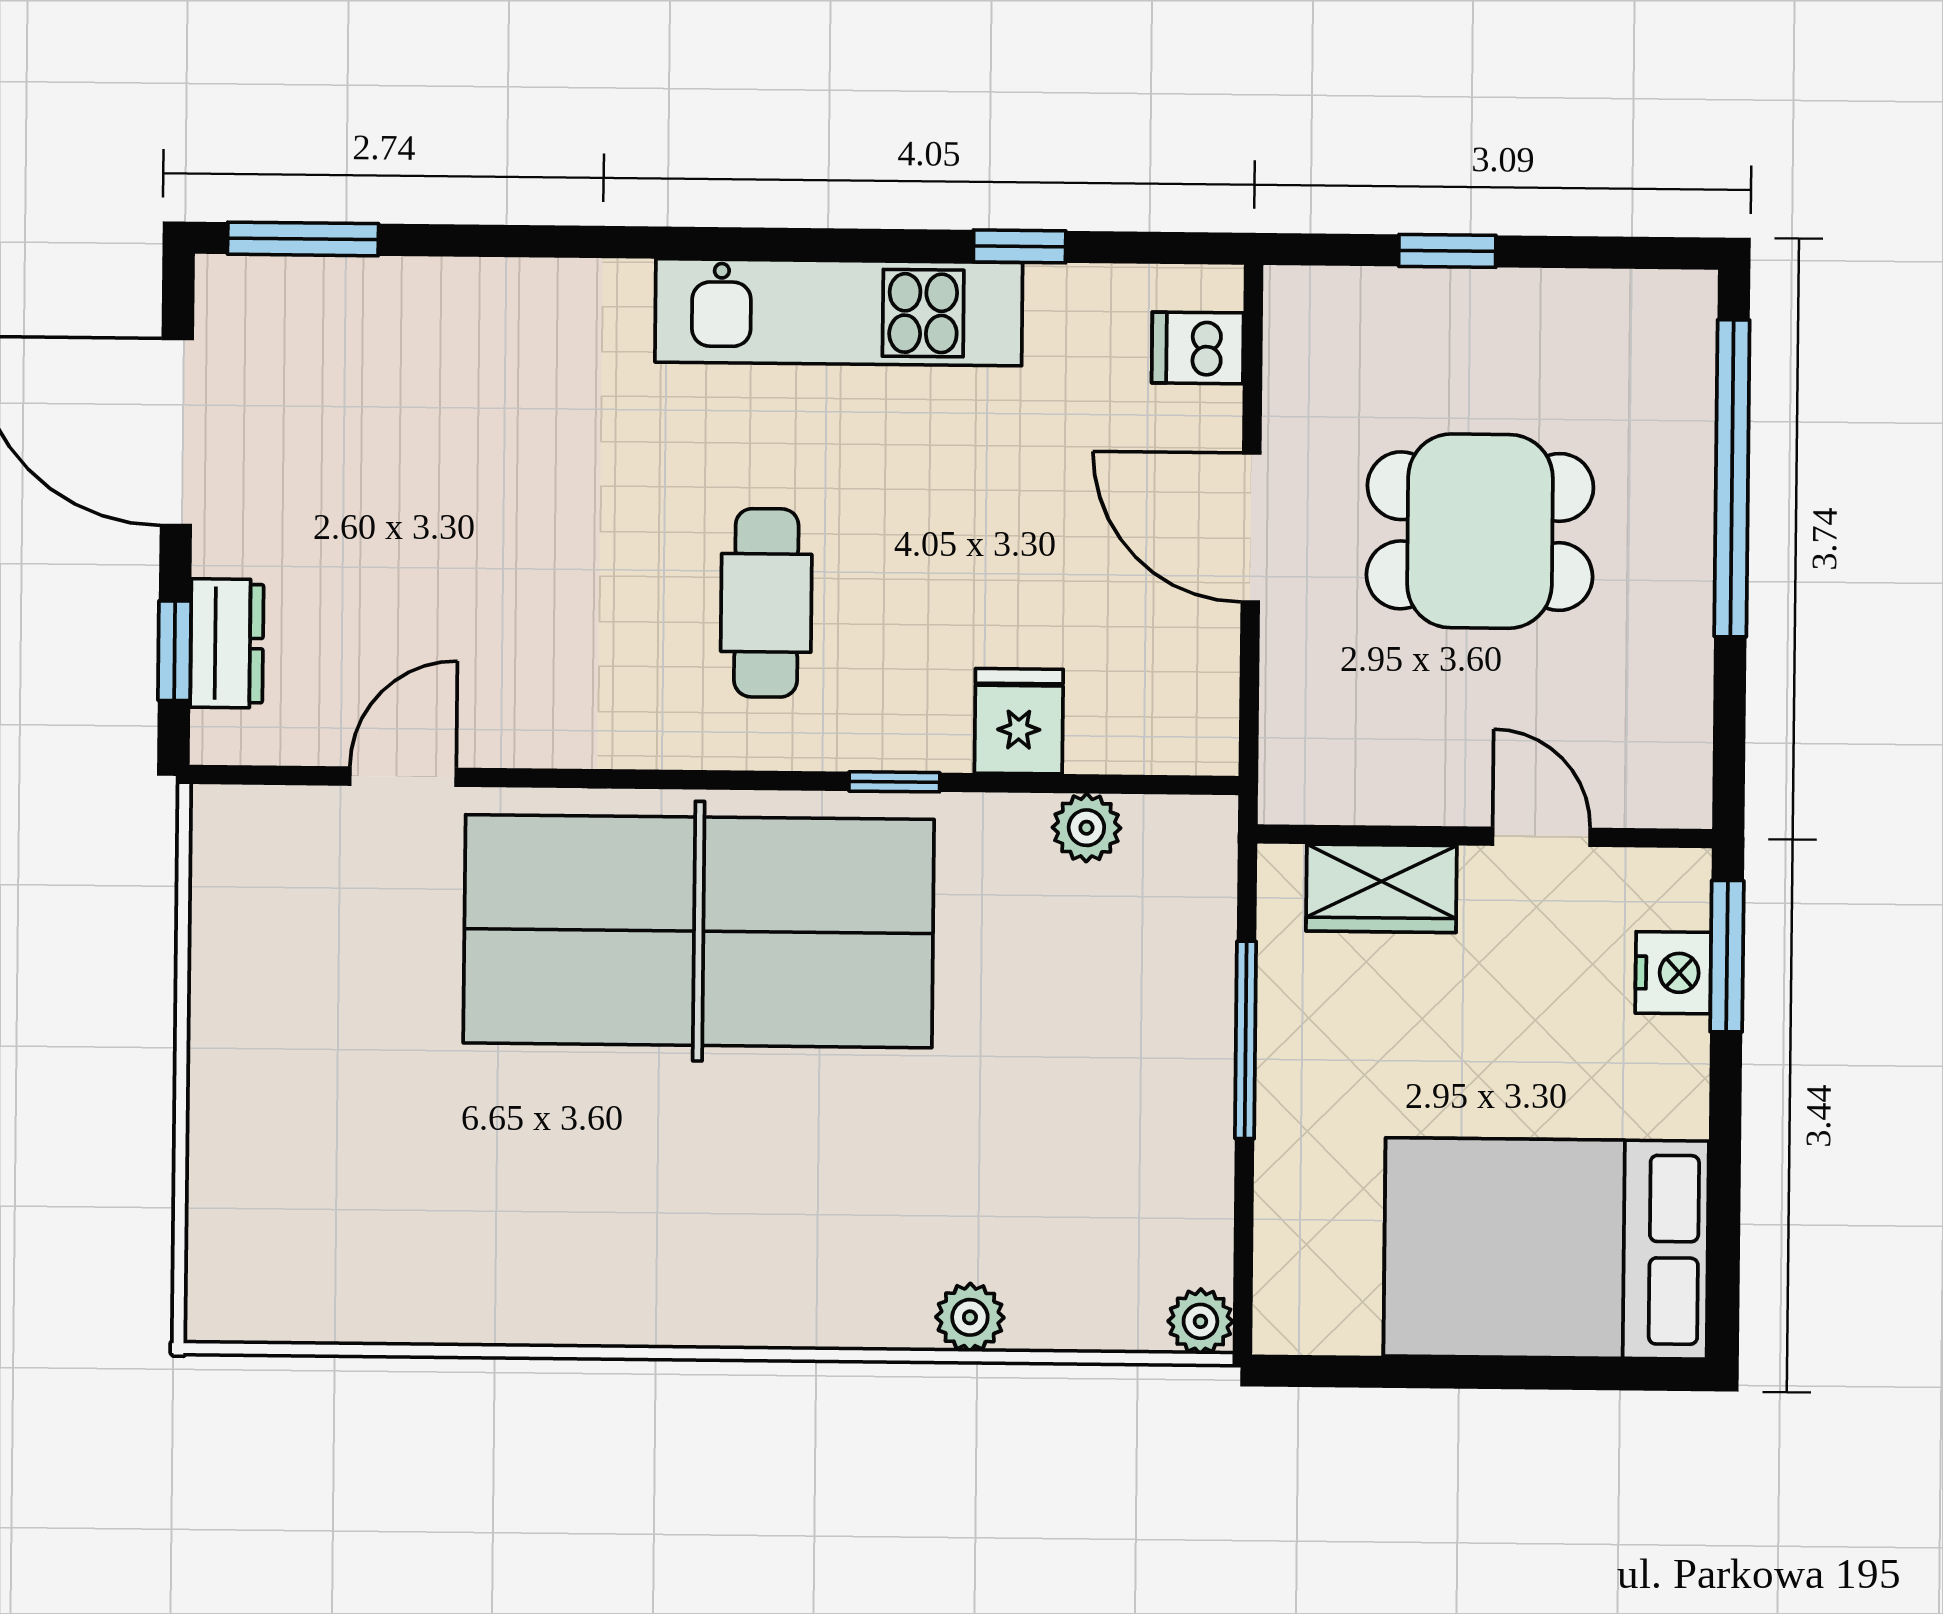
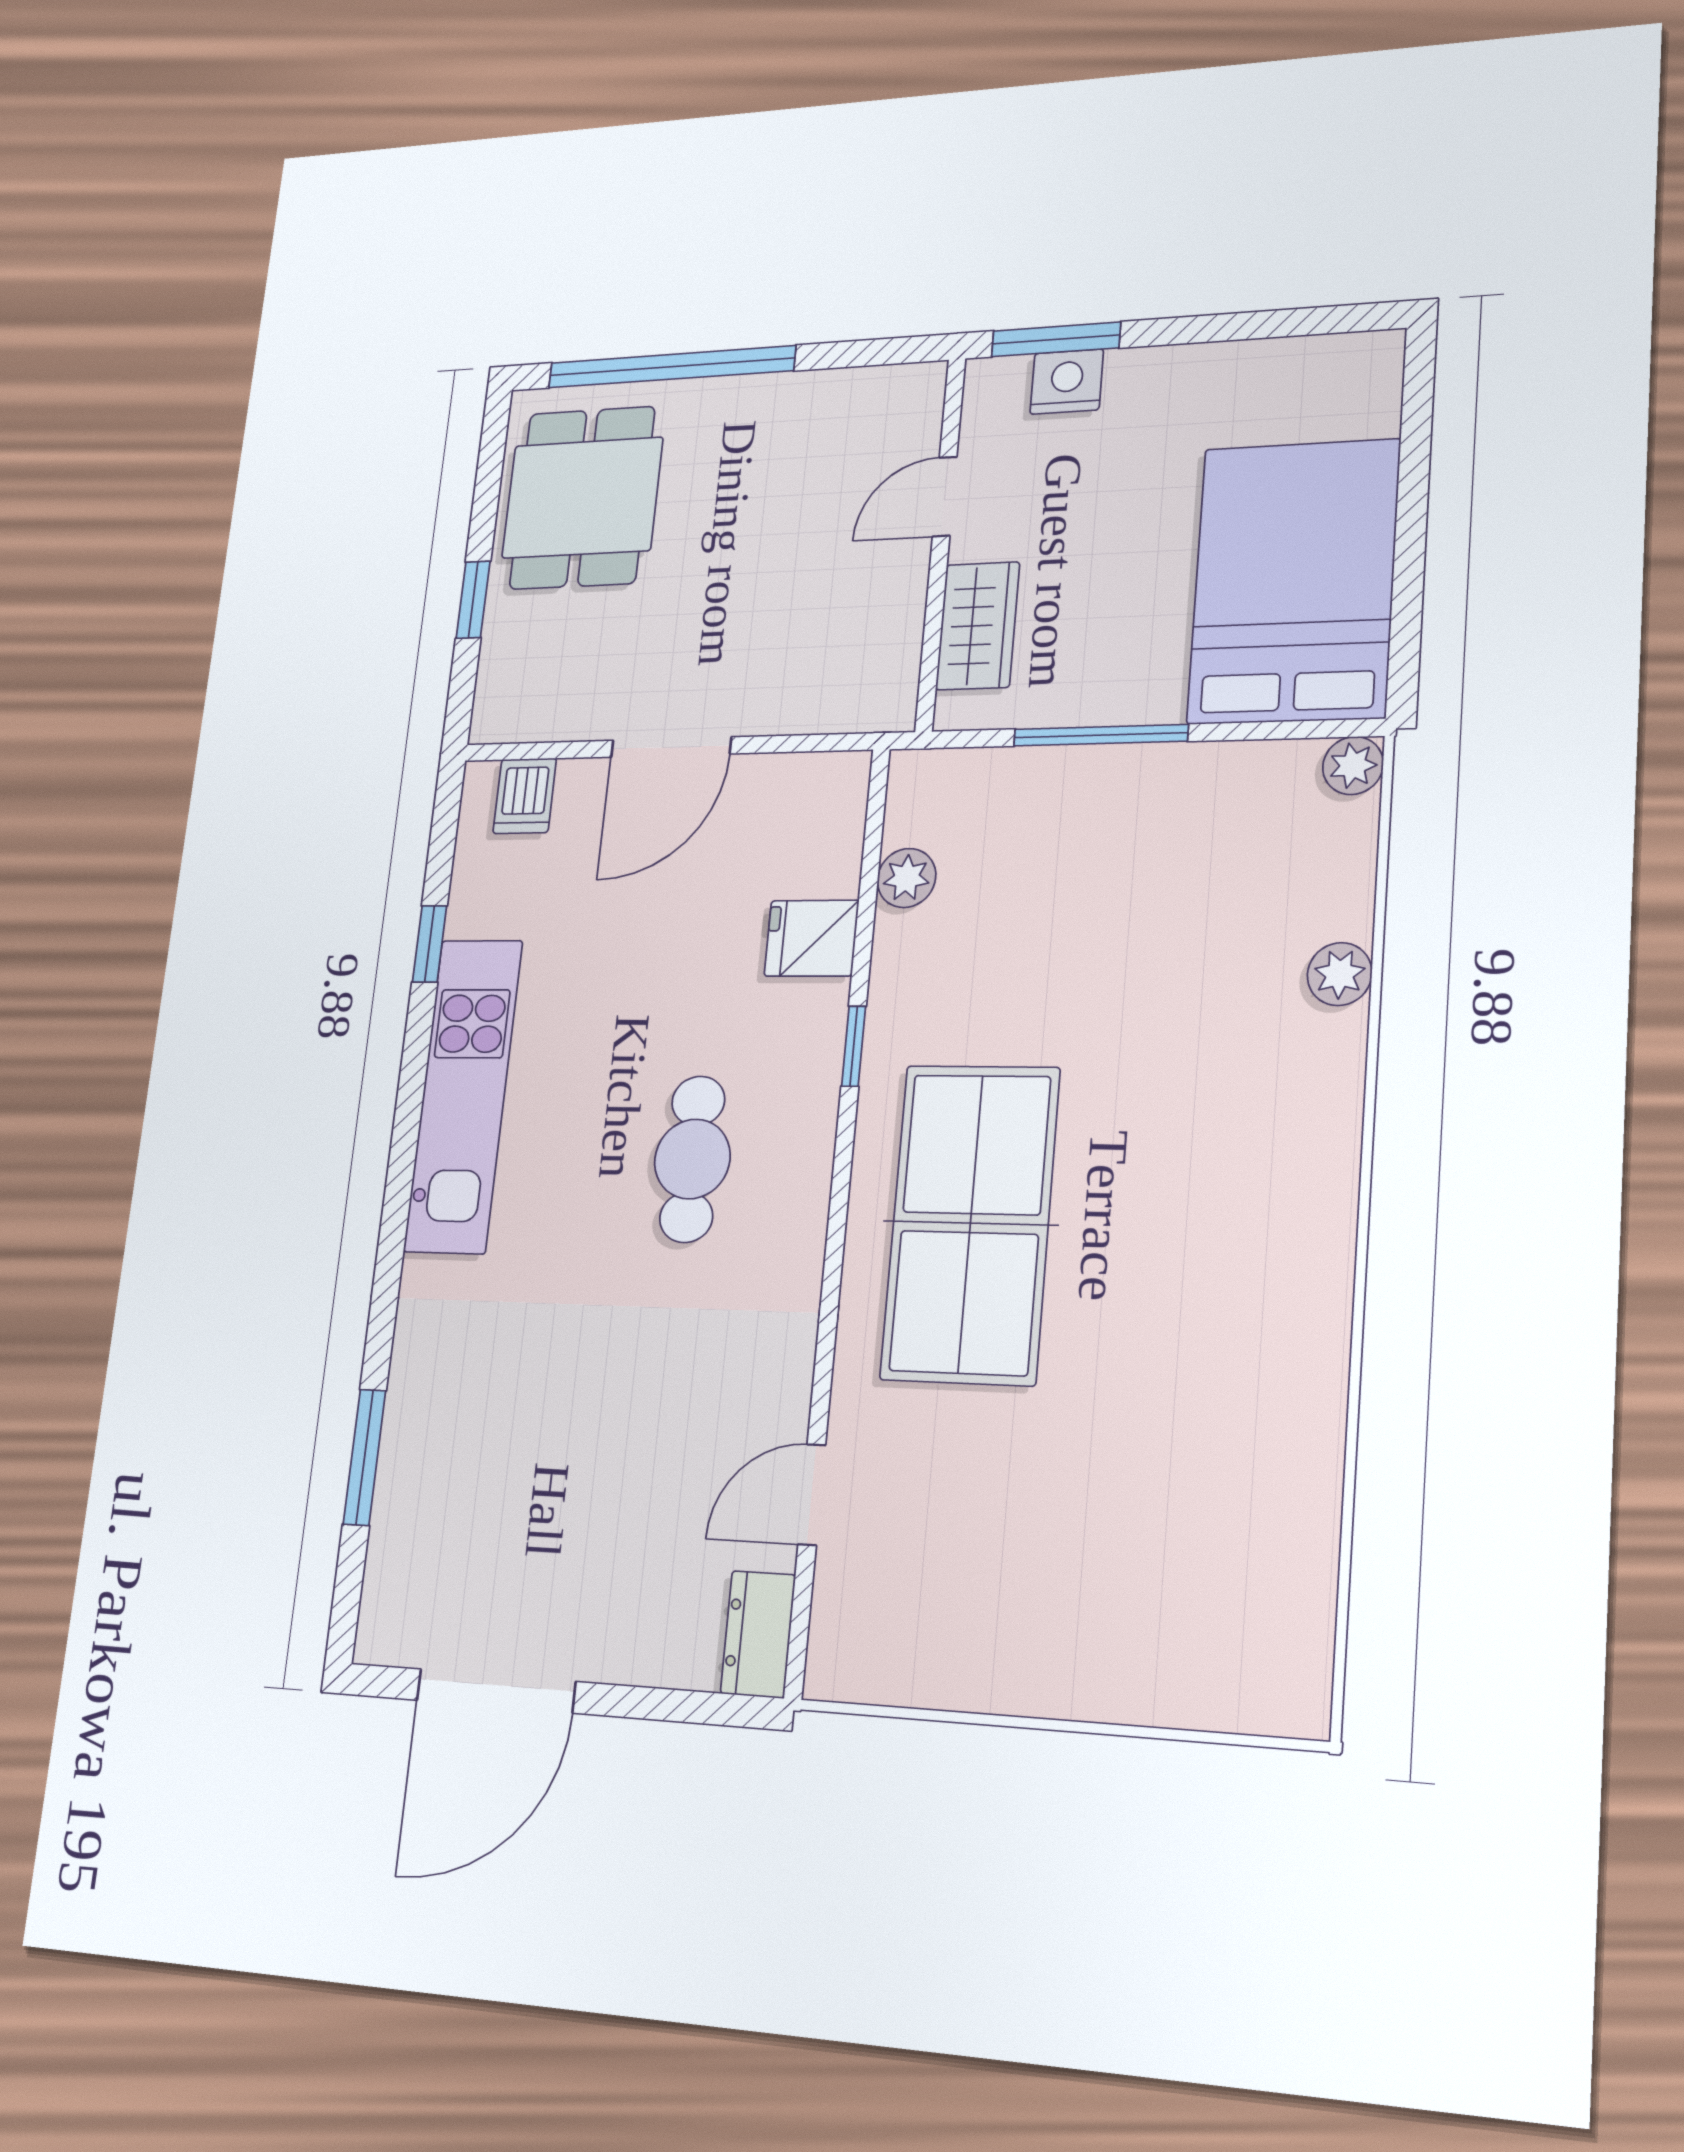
window: (303, 239) -> (365, 1457), moved
dining table: (1480, 531) -> (582, 498), moved
cafe table: (766, 603) -> (692, 1159), turned 90
dresser: (227, 643) -> (758, 1634), moved, turned -90
window: (175, 651) -> (682, 1706), removed
door: (403, 777) -> (812, 1495), hinge flipped
table tennis table: (699, 931) -> (970, 1223), width x0.73, depth x0.76
bed: (1546, 1248) -> (1294, 581), moved, turned 180

